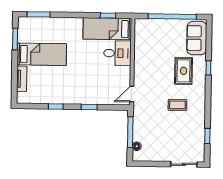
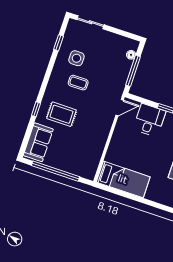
window: (108, 15) -> (118, 192), removed
desk: (117, 53) -> (149, 120), moved, turned 90
rug: (184, 71) -> (62, 114), turned 90
side table: (186, 127) -> (76, 58), added

